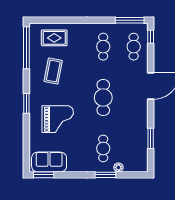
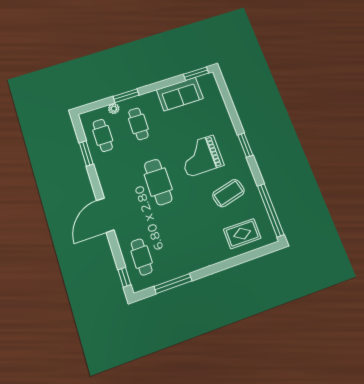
window: (130, 20) -> (173, 284), moved
cafe table: (103, 47) -> (103, 135), moved
coffee table: (53, 71) -> (228, 193), turned 65
grand piano: (58, 119) -> (201, 156), moved
sofa: (49, 162) -> (180, 94), moved

